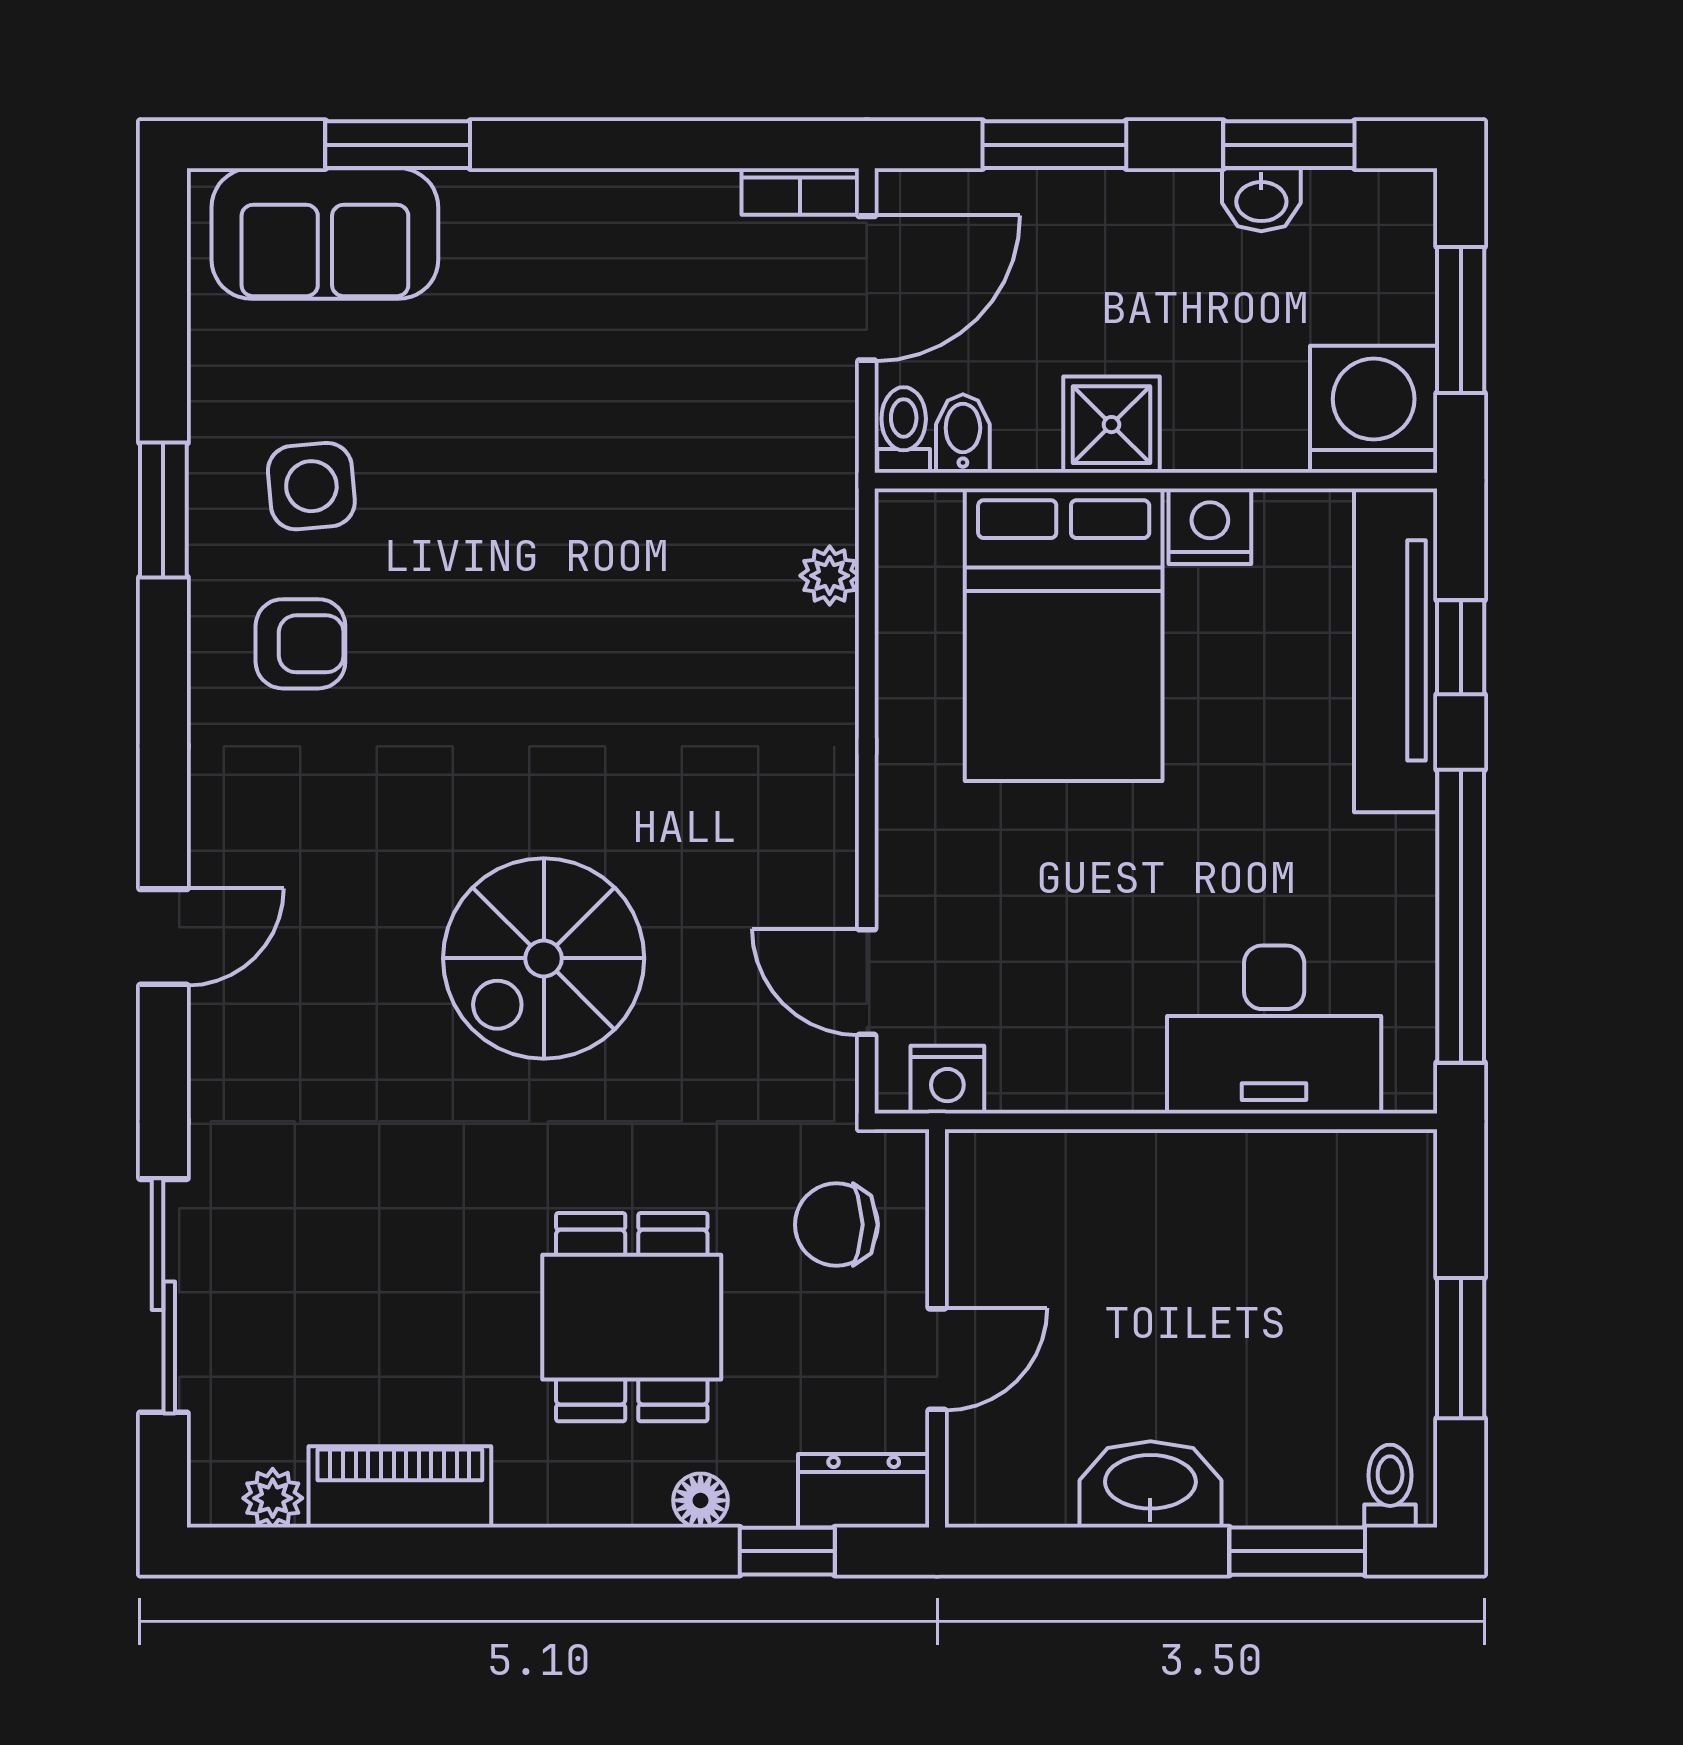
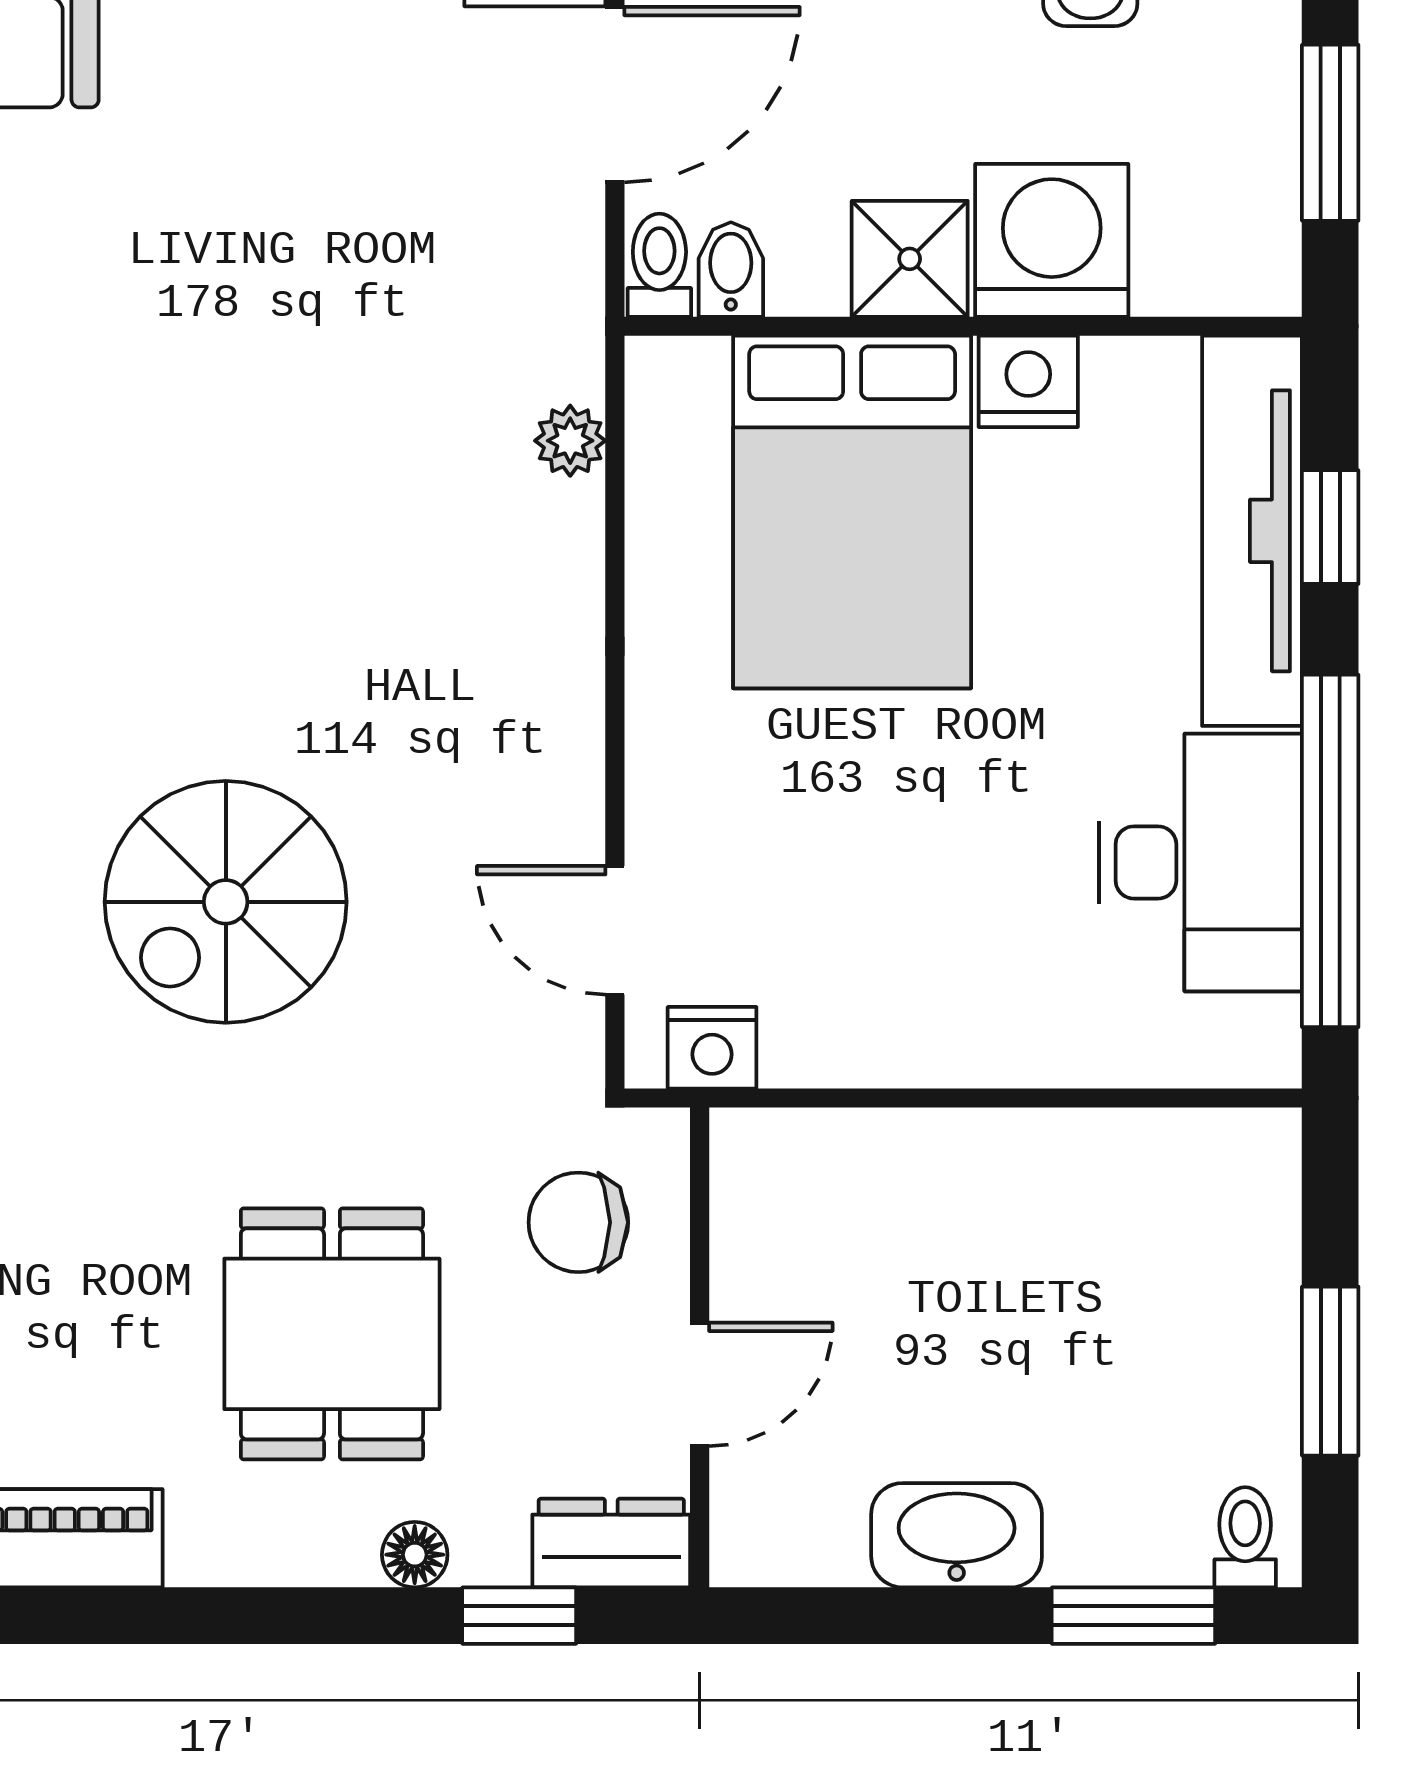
washing machine: (1374, 409) -> (1052, 240), moved
desk: (1274, 1029) -> (1201, 862), moved, turned -90

